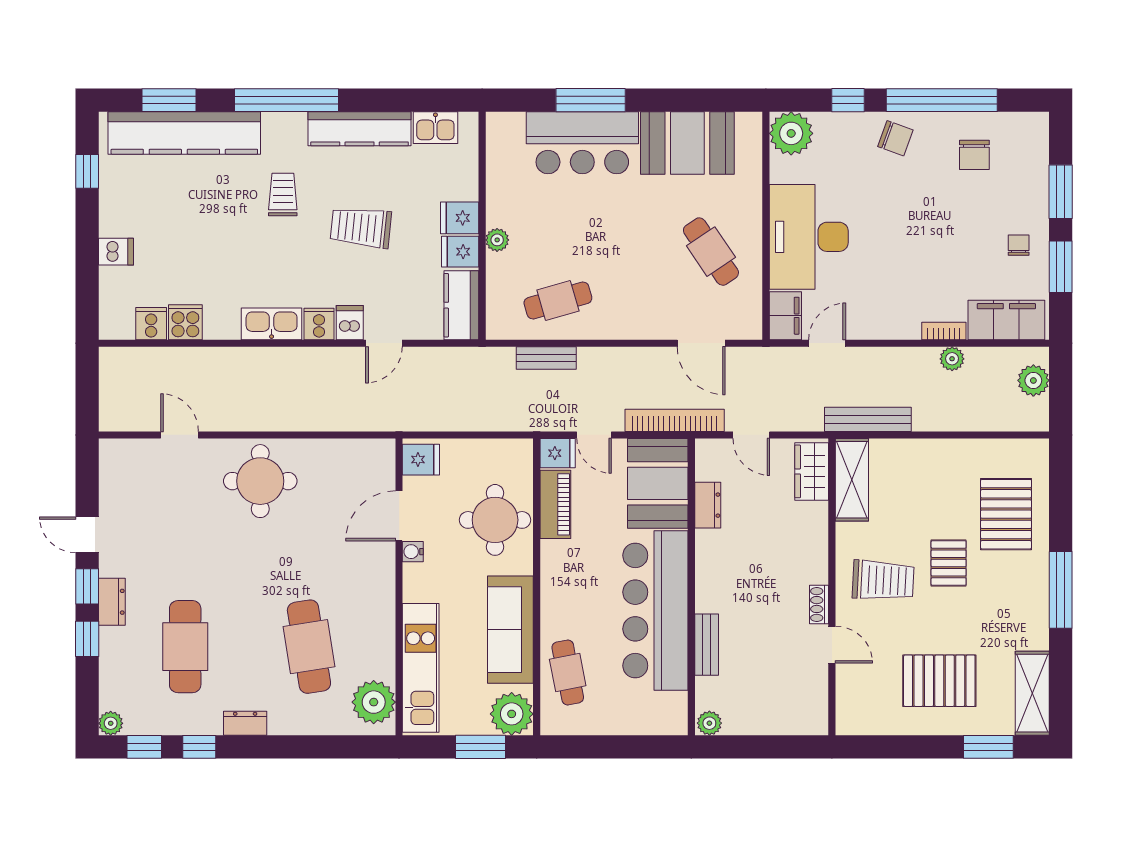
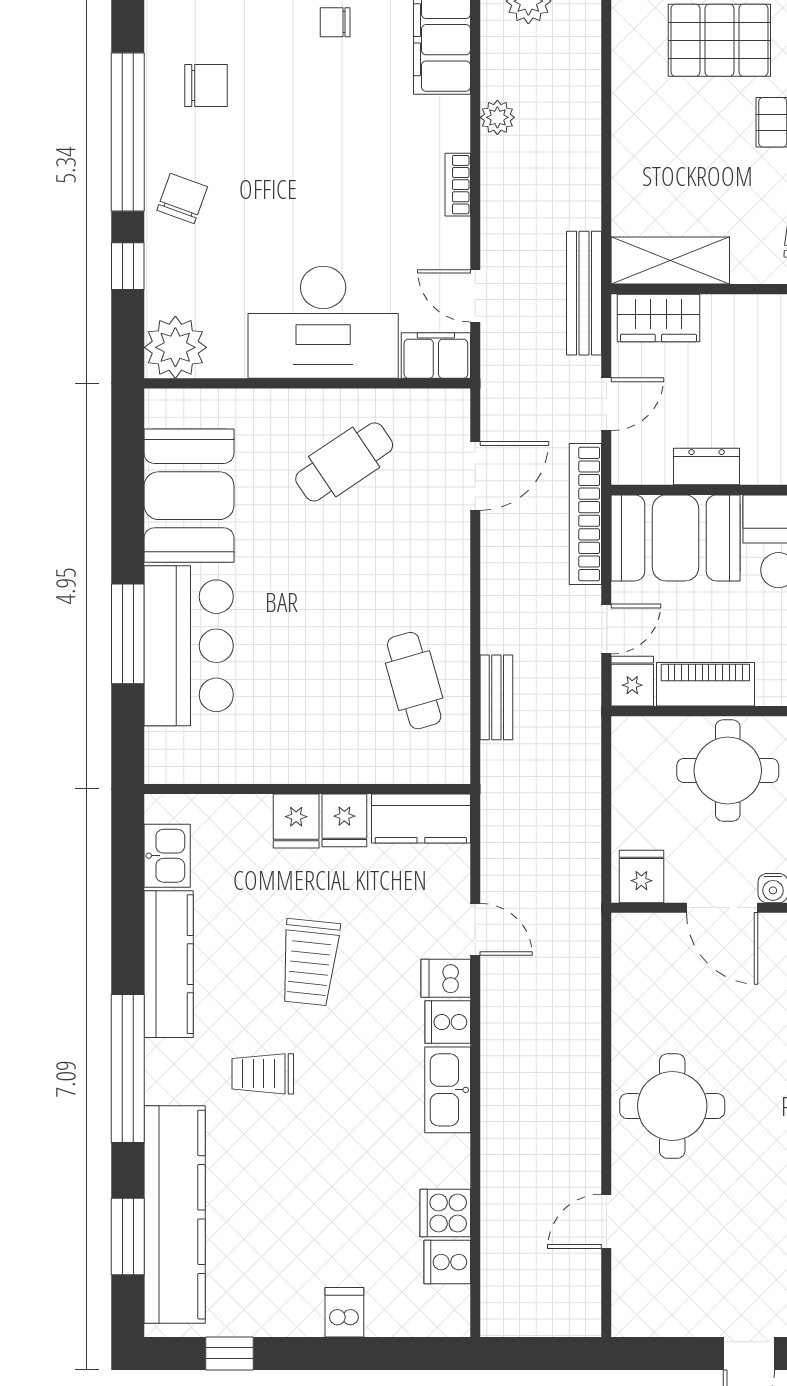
plant: (497, 240) -> (328, 767), removed
bookcase: (944, 331) -> (458, 185), moved
bench: (868, 419) -> (584, 293), moved

